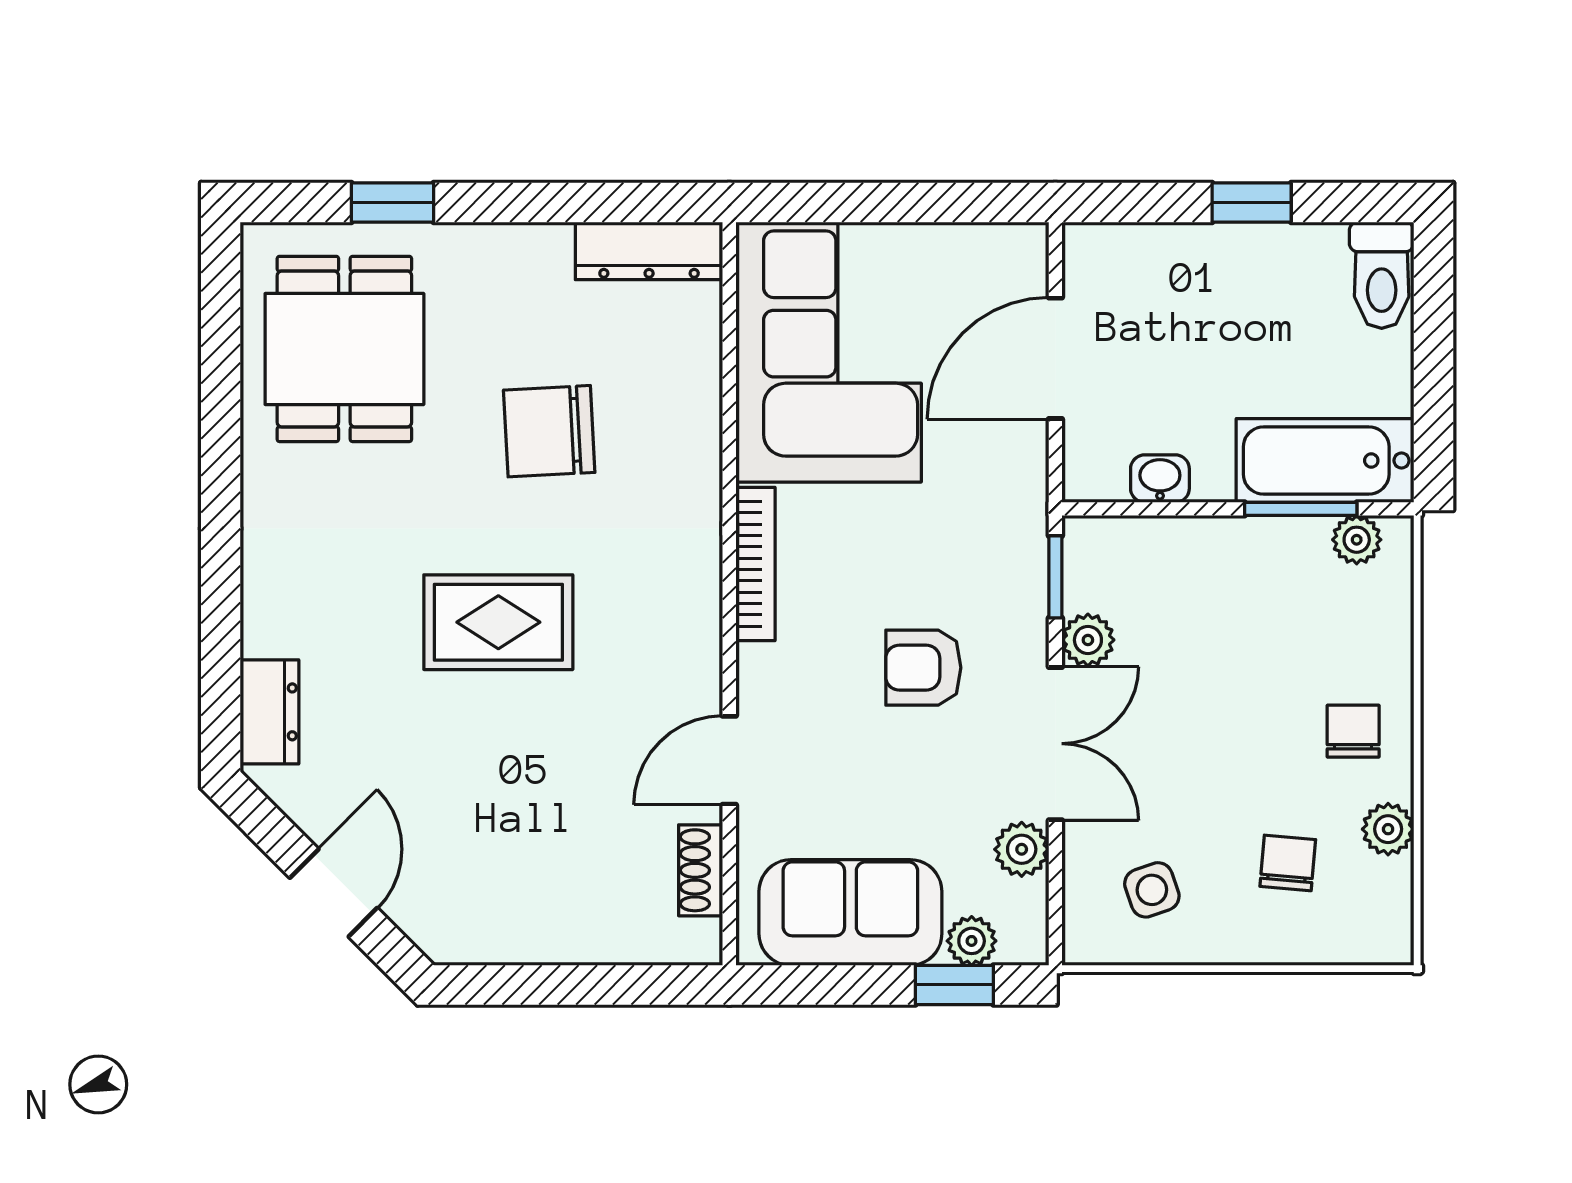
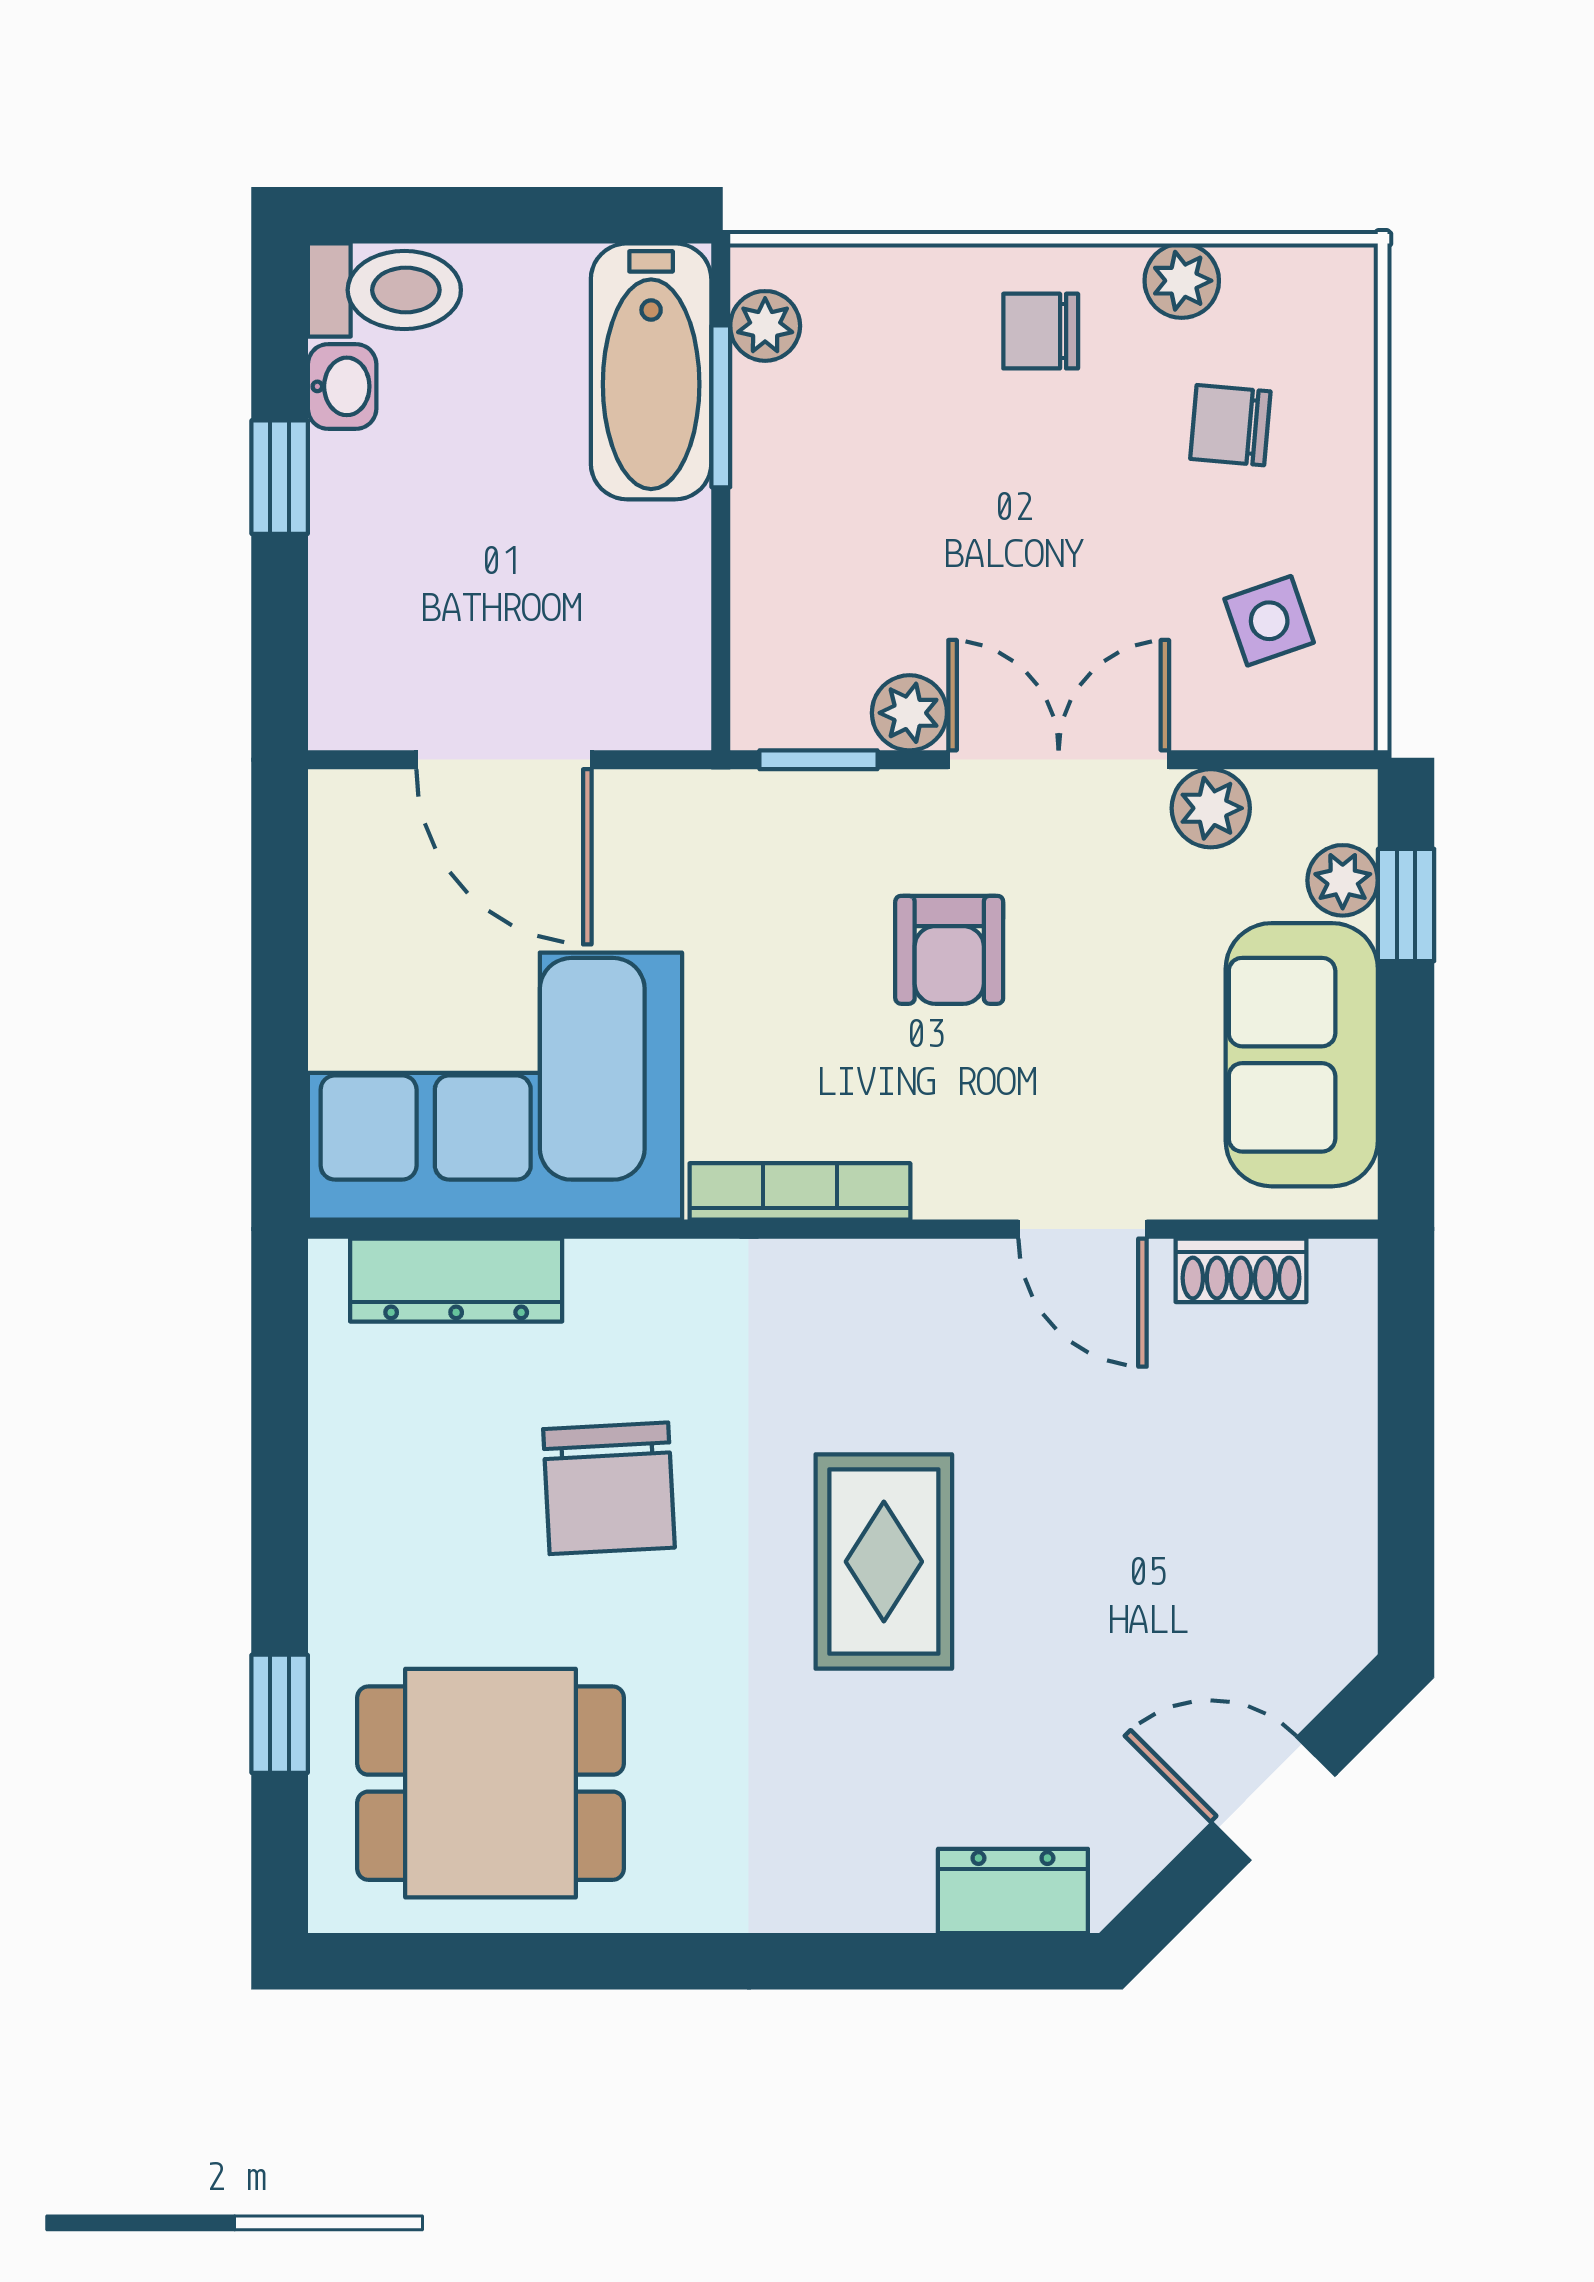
dresser: (649, 251) -> (456, 1280), moved, turned 90
washbasin: (1160, 479) -> (342, 386), moved, turned 180

